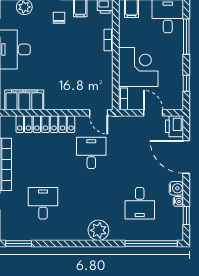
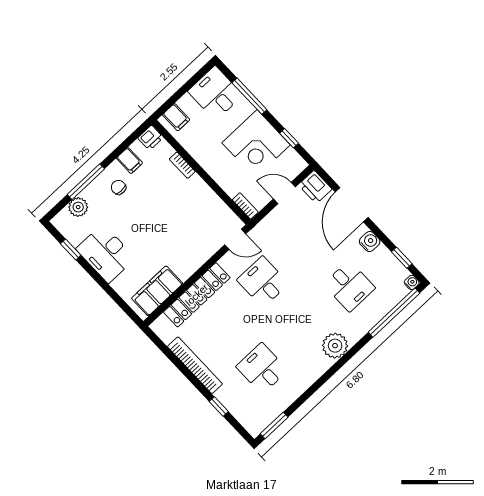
corner desk: (138, 67) -> (256, 144), moved, turned 180
door: (186, 157) -> (352, 205), hinge flipped
water cooler: (178, 201) -> (412, 282), moved

